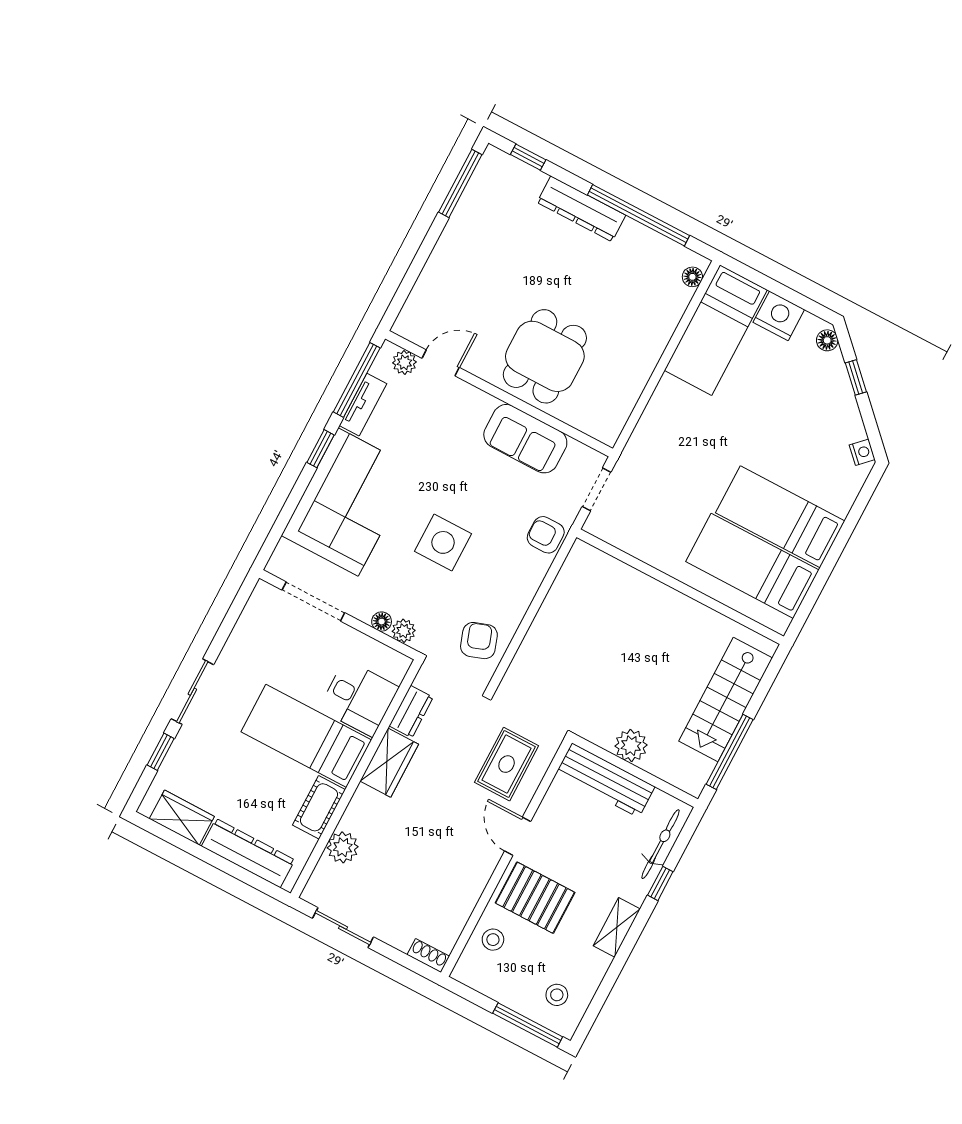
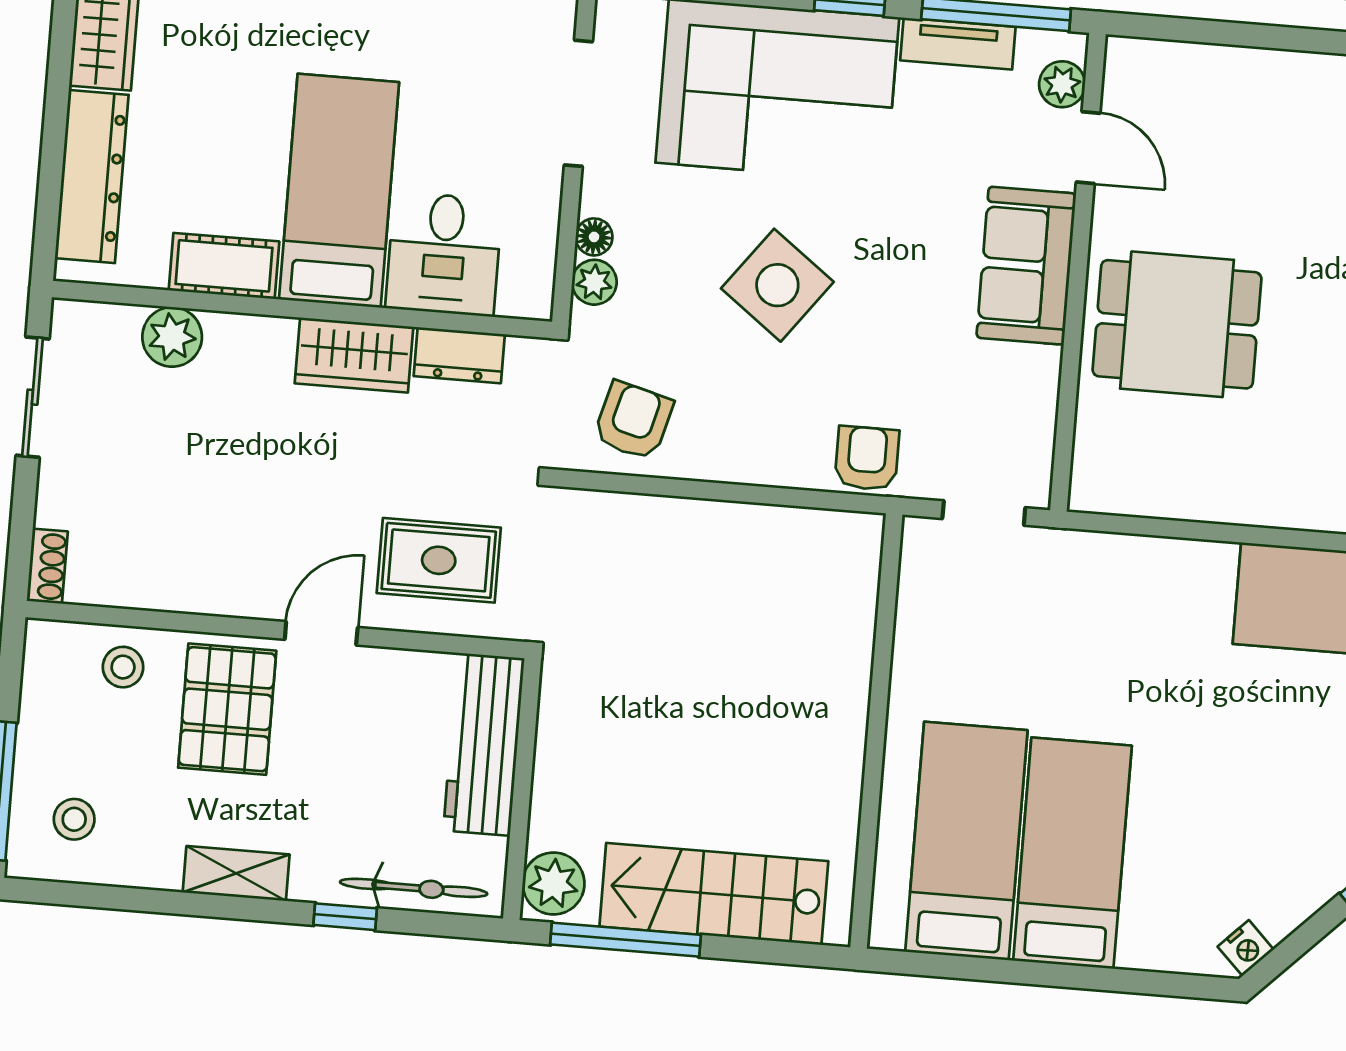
sofa: (525, 439) -> (1026, 266), moved
side table: (443, 542) -> (777, 285), turned 37
armchair: (479, 641) -> (633, 421), turned -56
plant: (631, 746) -> (553, 883), moved

